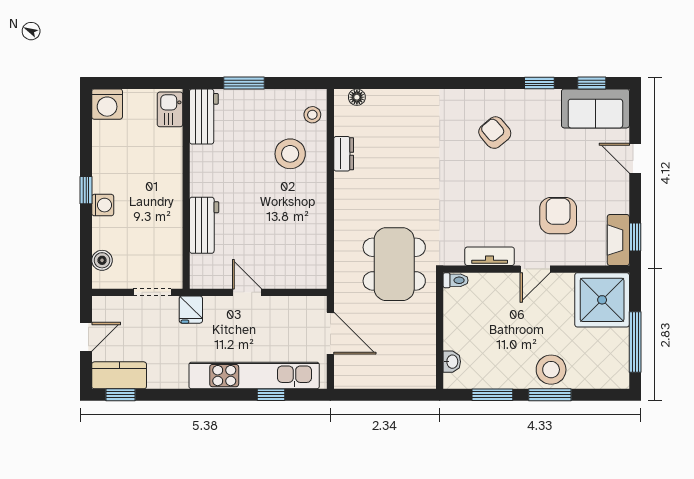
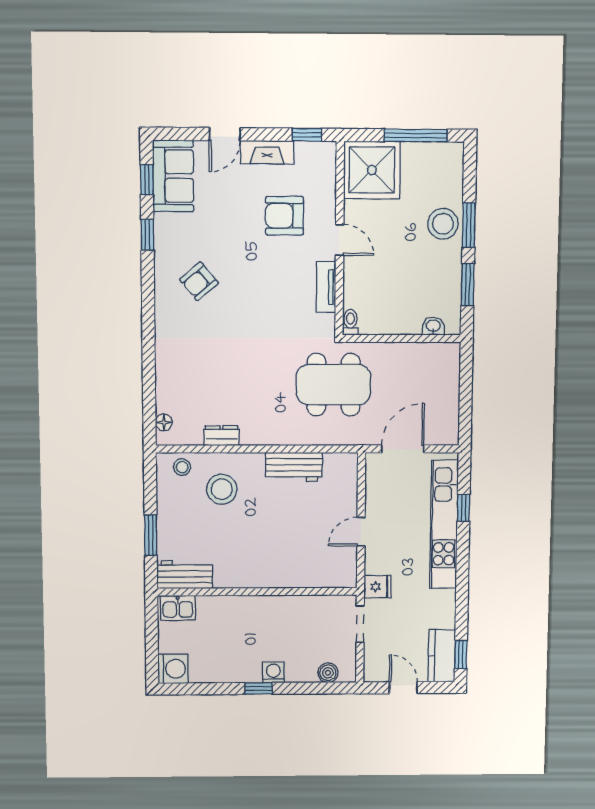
workbench: (204, 225) -> (294, 467), moved, turned 180
fireplace: (618, 240) -> (267, 152), moved

